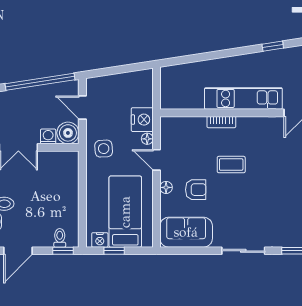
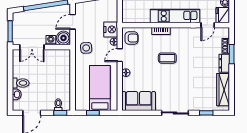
door: (82, 107) -> (73, 22), hinge flipped
door: (156, 160) -> (120, 55), hinge flipped
armchair: (196, 190) -> (132, 38), moved
nightstand: (100, 240) -> (84, 106), removed

